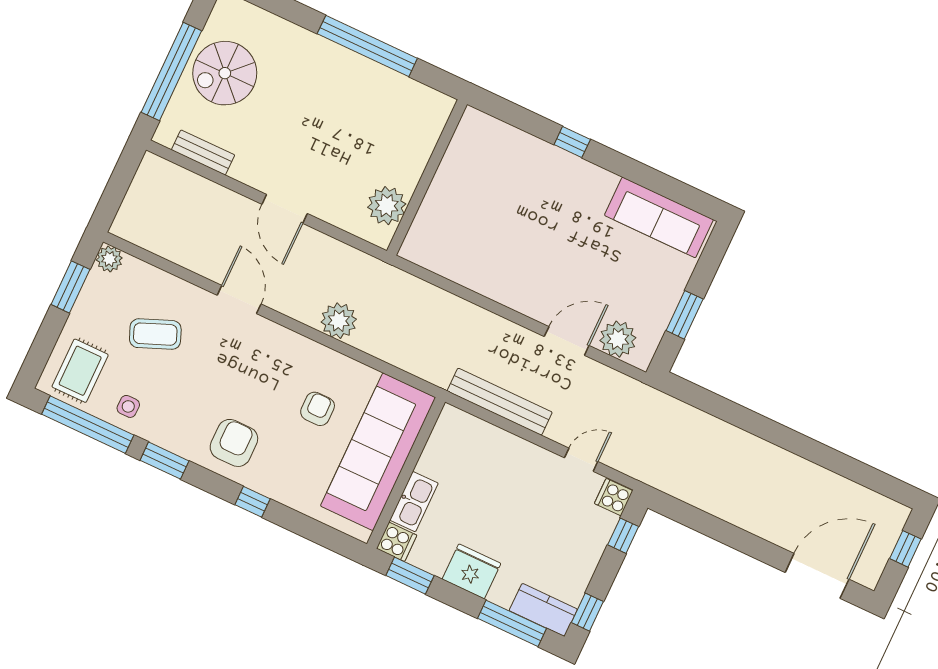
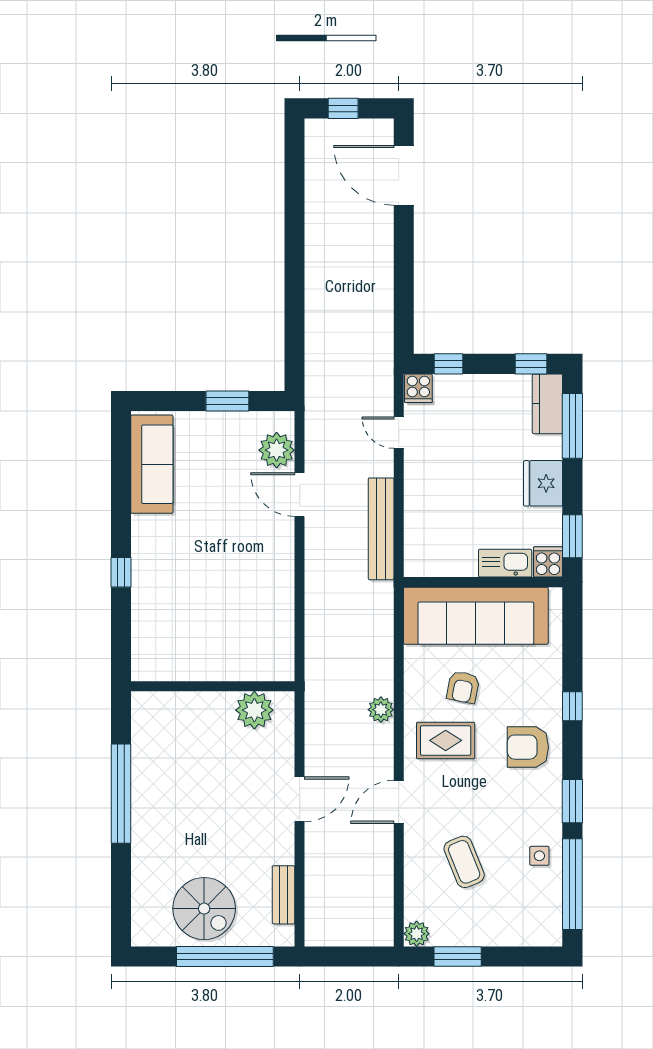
plant: (339, 321) -> (381, 710), width x0.73, depth x0.73
rug: (80, 371) -> (446, 740), moved
armchair: (318, 409) -> (463, 687), turned -79

